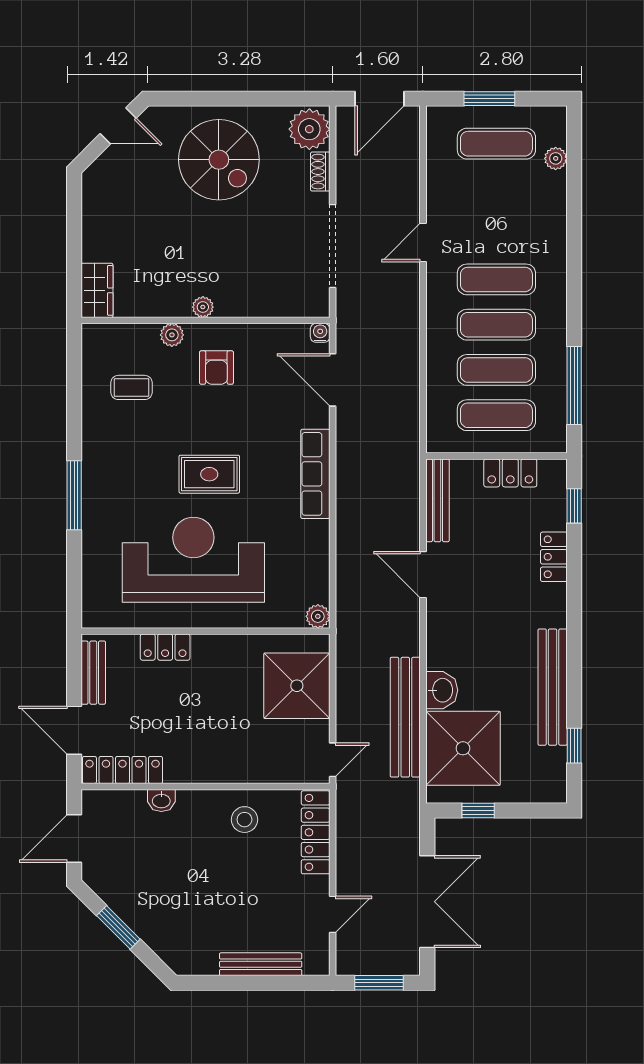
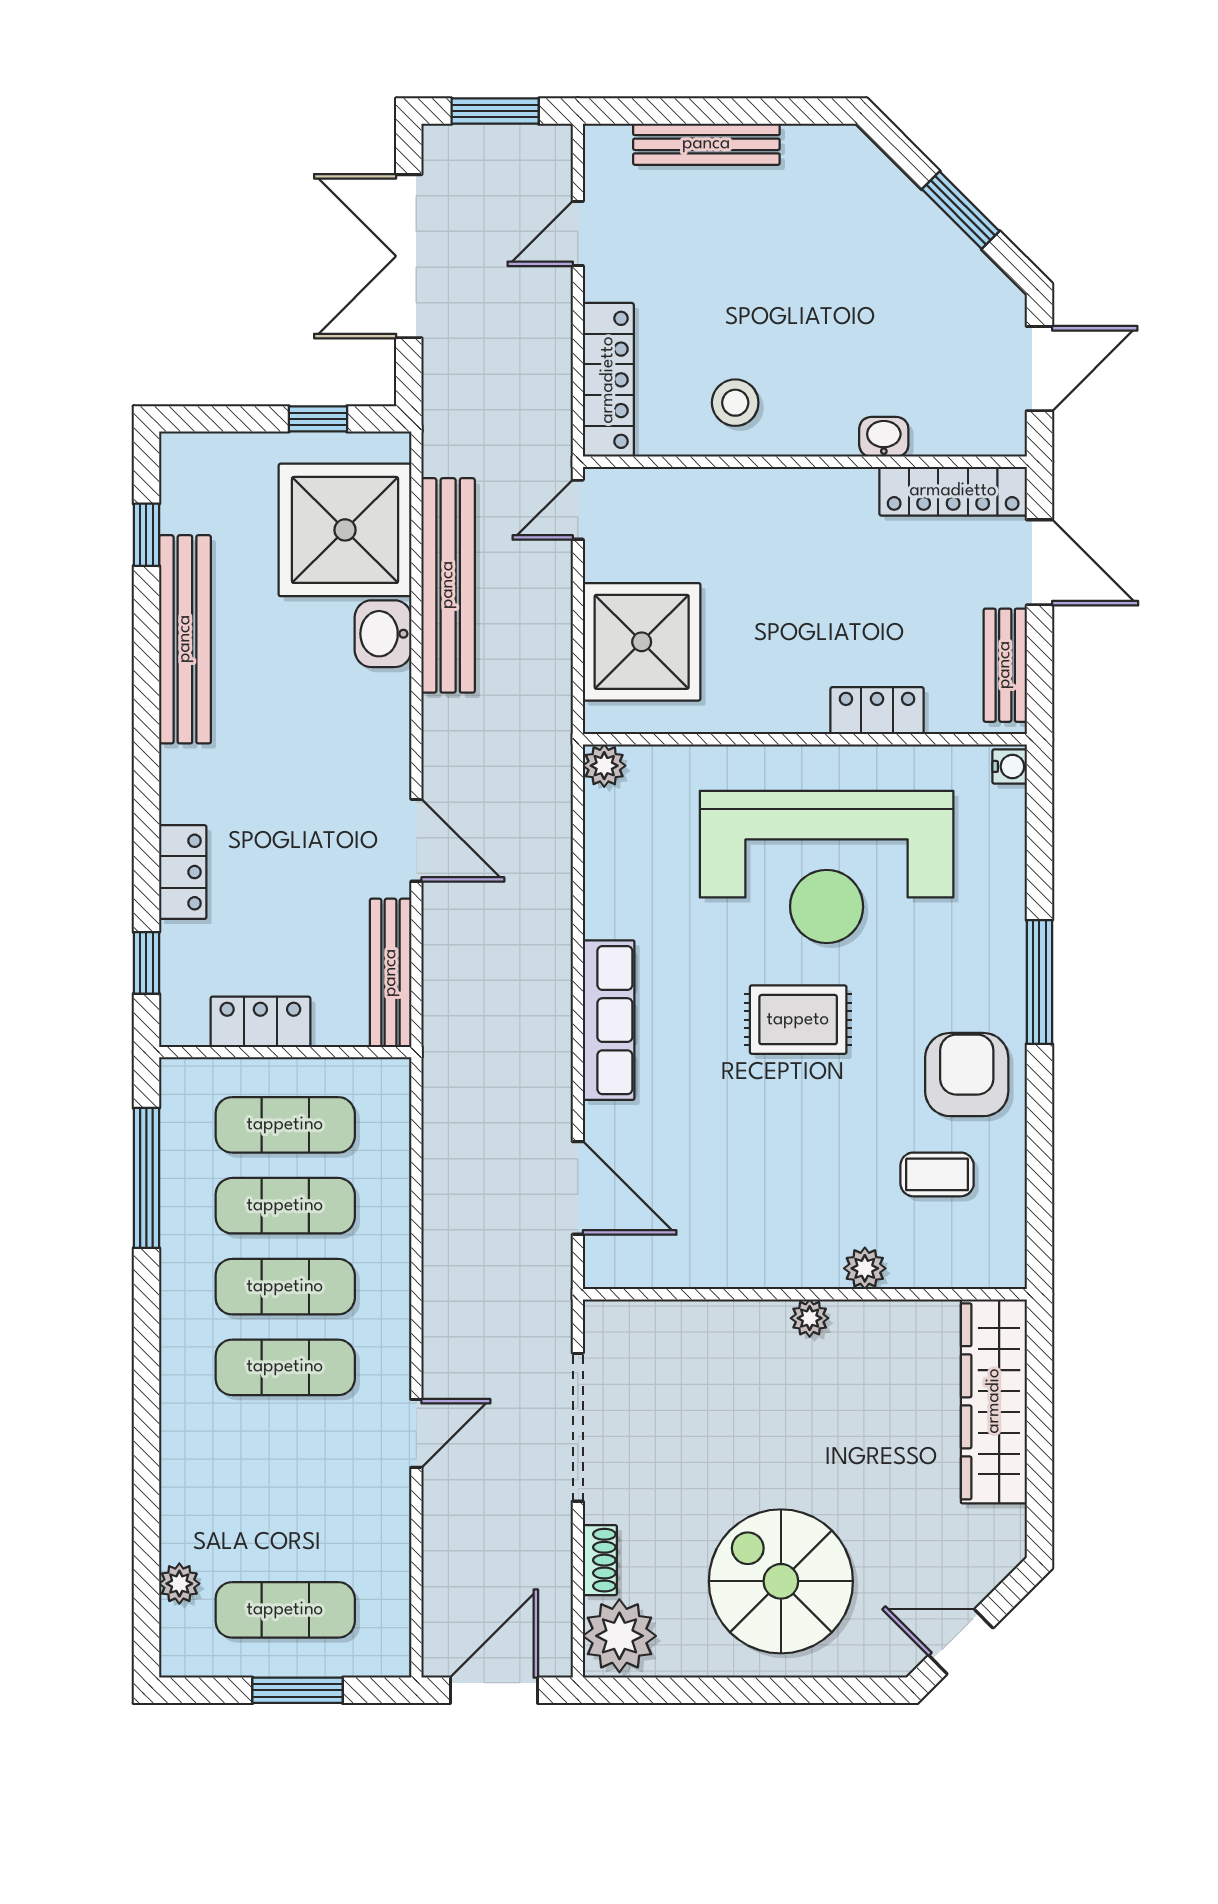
wardrobe: (97, 290) -> (994, 1401), width x2.10, depth x1.17
water cooler: (320, 333) -> (1010, 766), moved, turned -90
armchair: (216, 368) -> (967, 1075), moved, width x1.38, depth x1.38

